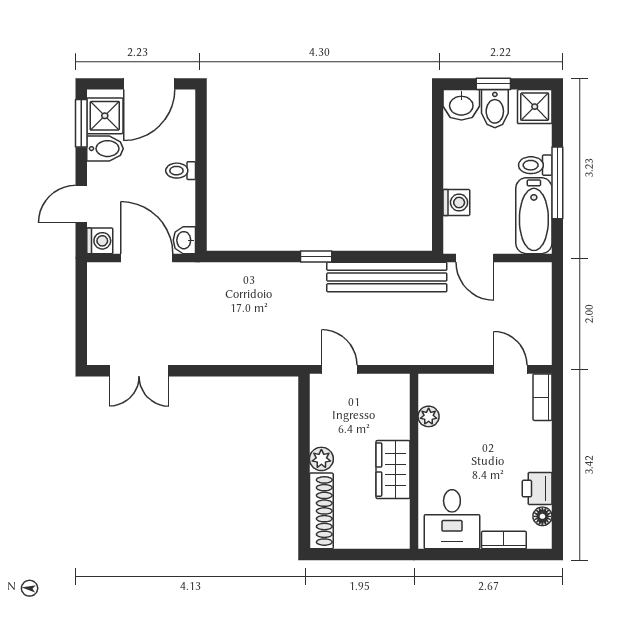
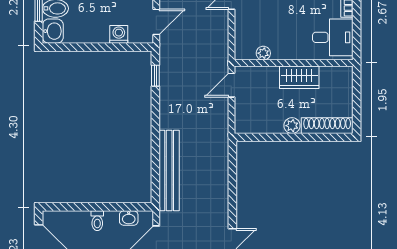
washbasin: (184, 240) -> (129, 218), moved
window: (316, 257) -> (155, 76), moved
bench: (387, 277) -> (169, 170), moved
door: (339, 369) -> (231, 85), moved

